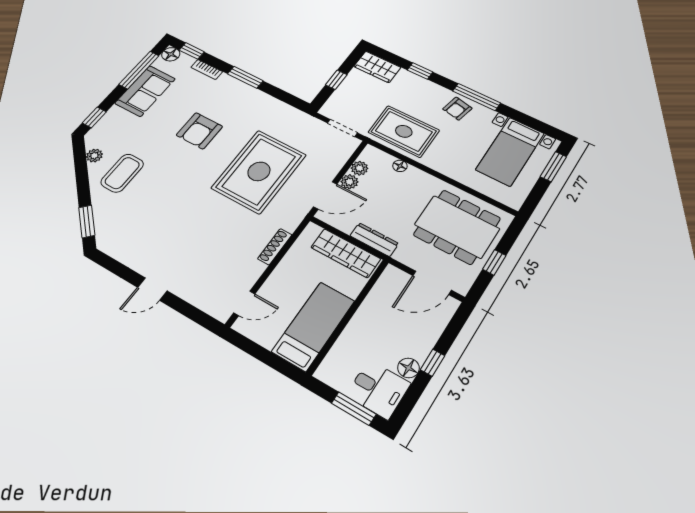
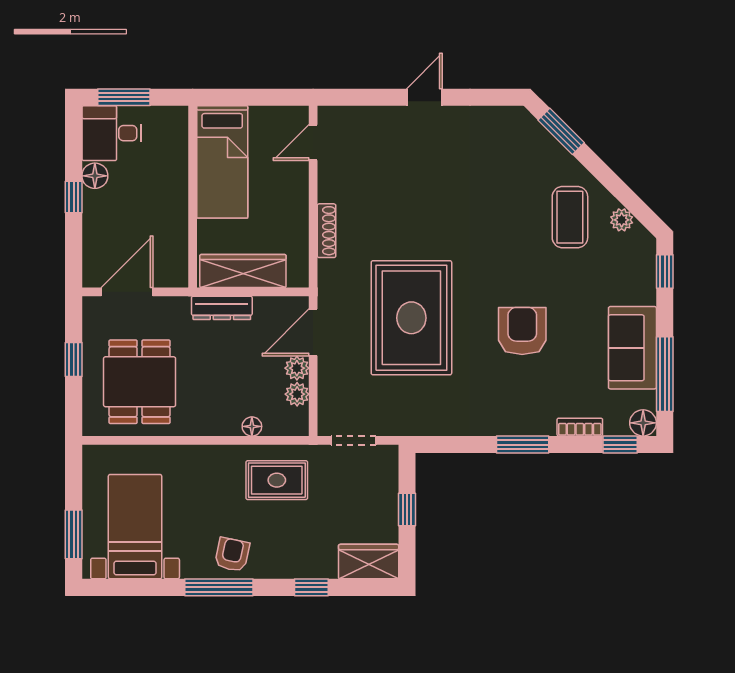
rug: (404, 131) -> (277, 480), width x0.73, depth x0.70
dining table: (457, 227) -> (140, 382), width x0.73

